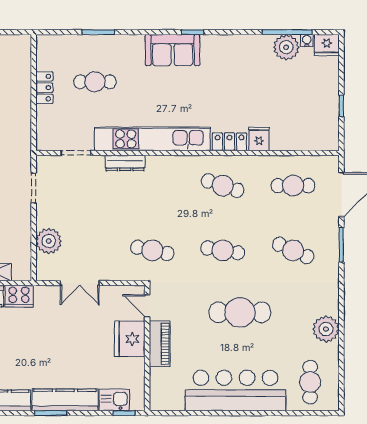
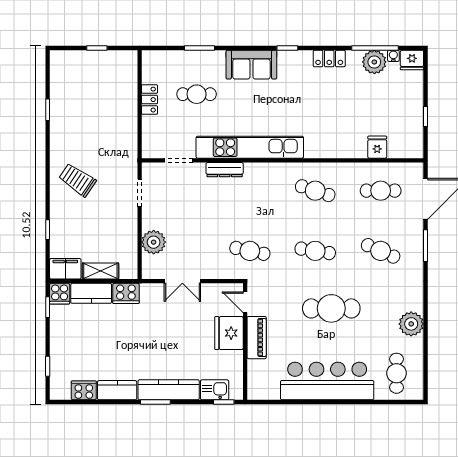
sofa: (173, 50) -> (251, 65), moved
fridge: (259, 139) -> (377, 147), moved
locker: (229, 142) -> (329, 59), moved, turned 180

